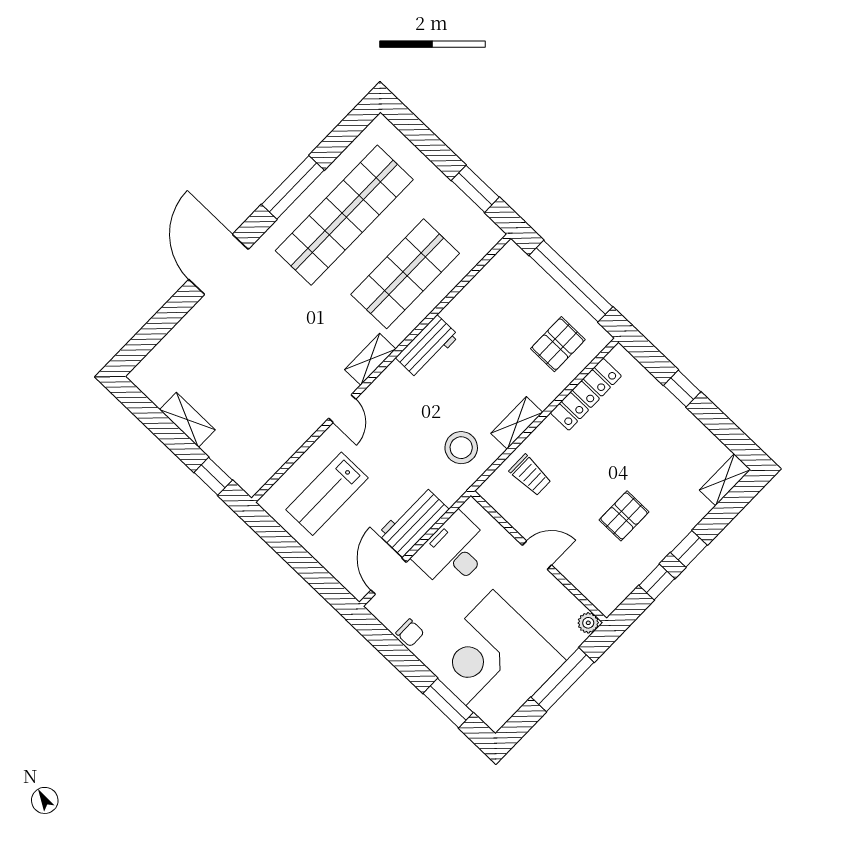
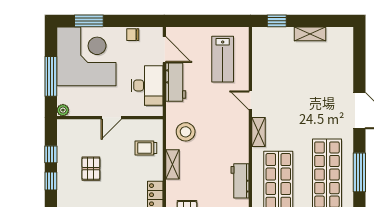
workbench: (427, 347) -> (240, 181), moved
lab bench: (327, 494) -> (223, 59), turned 180

